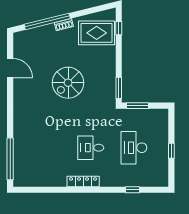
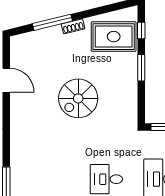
window: (47, 21) -> (52, 22), width x0.68
window: (119, 88) -> (141, 68), moved

